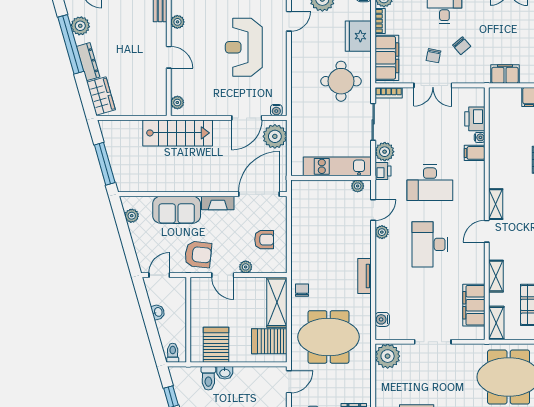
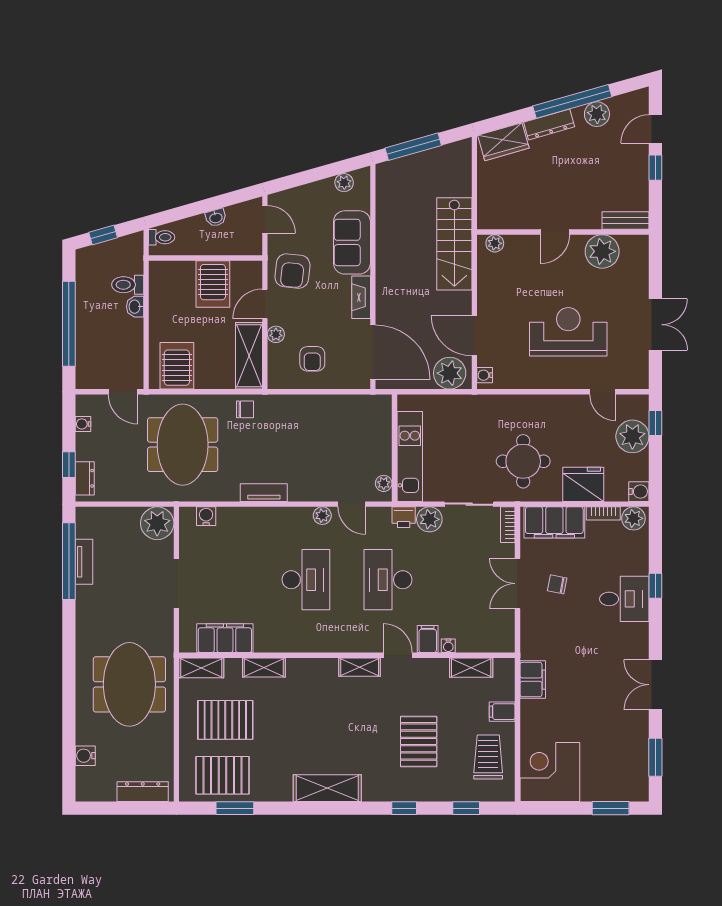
plant: (177, 22) -> (602, 251), width x1.88, depth x1.88
chair: (462, 46) -> (570, 622), removed
printer: (475, 119) -> (473, 639), removed
shelving: (496, 120) -> (471, 668), added
door: (487, 231) -> (398, 655), moved
desk: (430, 244) -> (306, 580), turned 90
shelving: (277, 302) -> (249, 356), moved, turned 90
server rack: (216, 345) -> (213, 284), moved, turned 90

